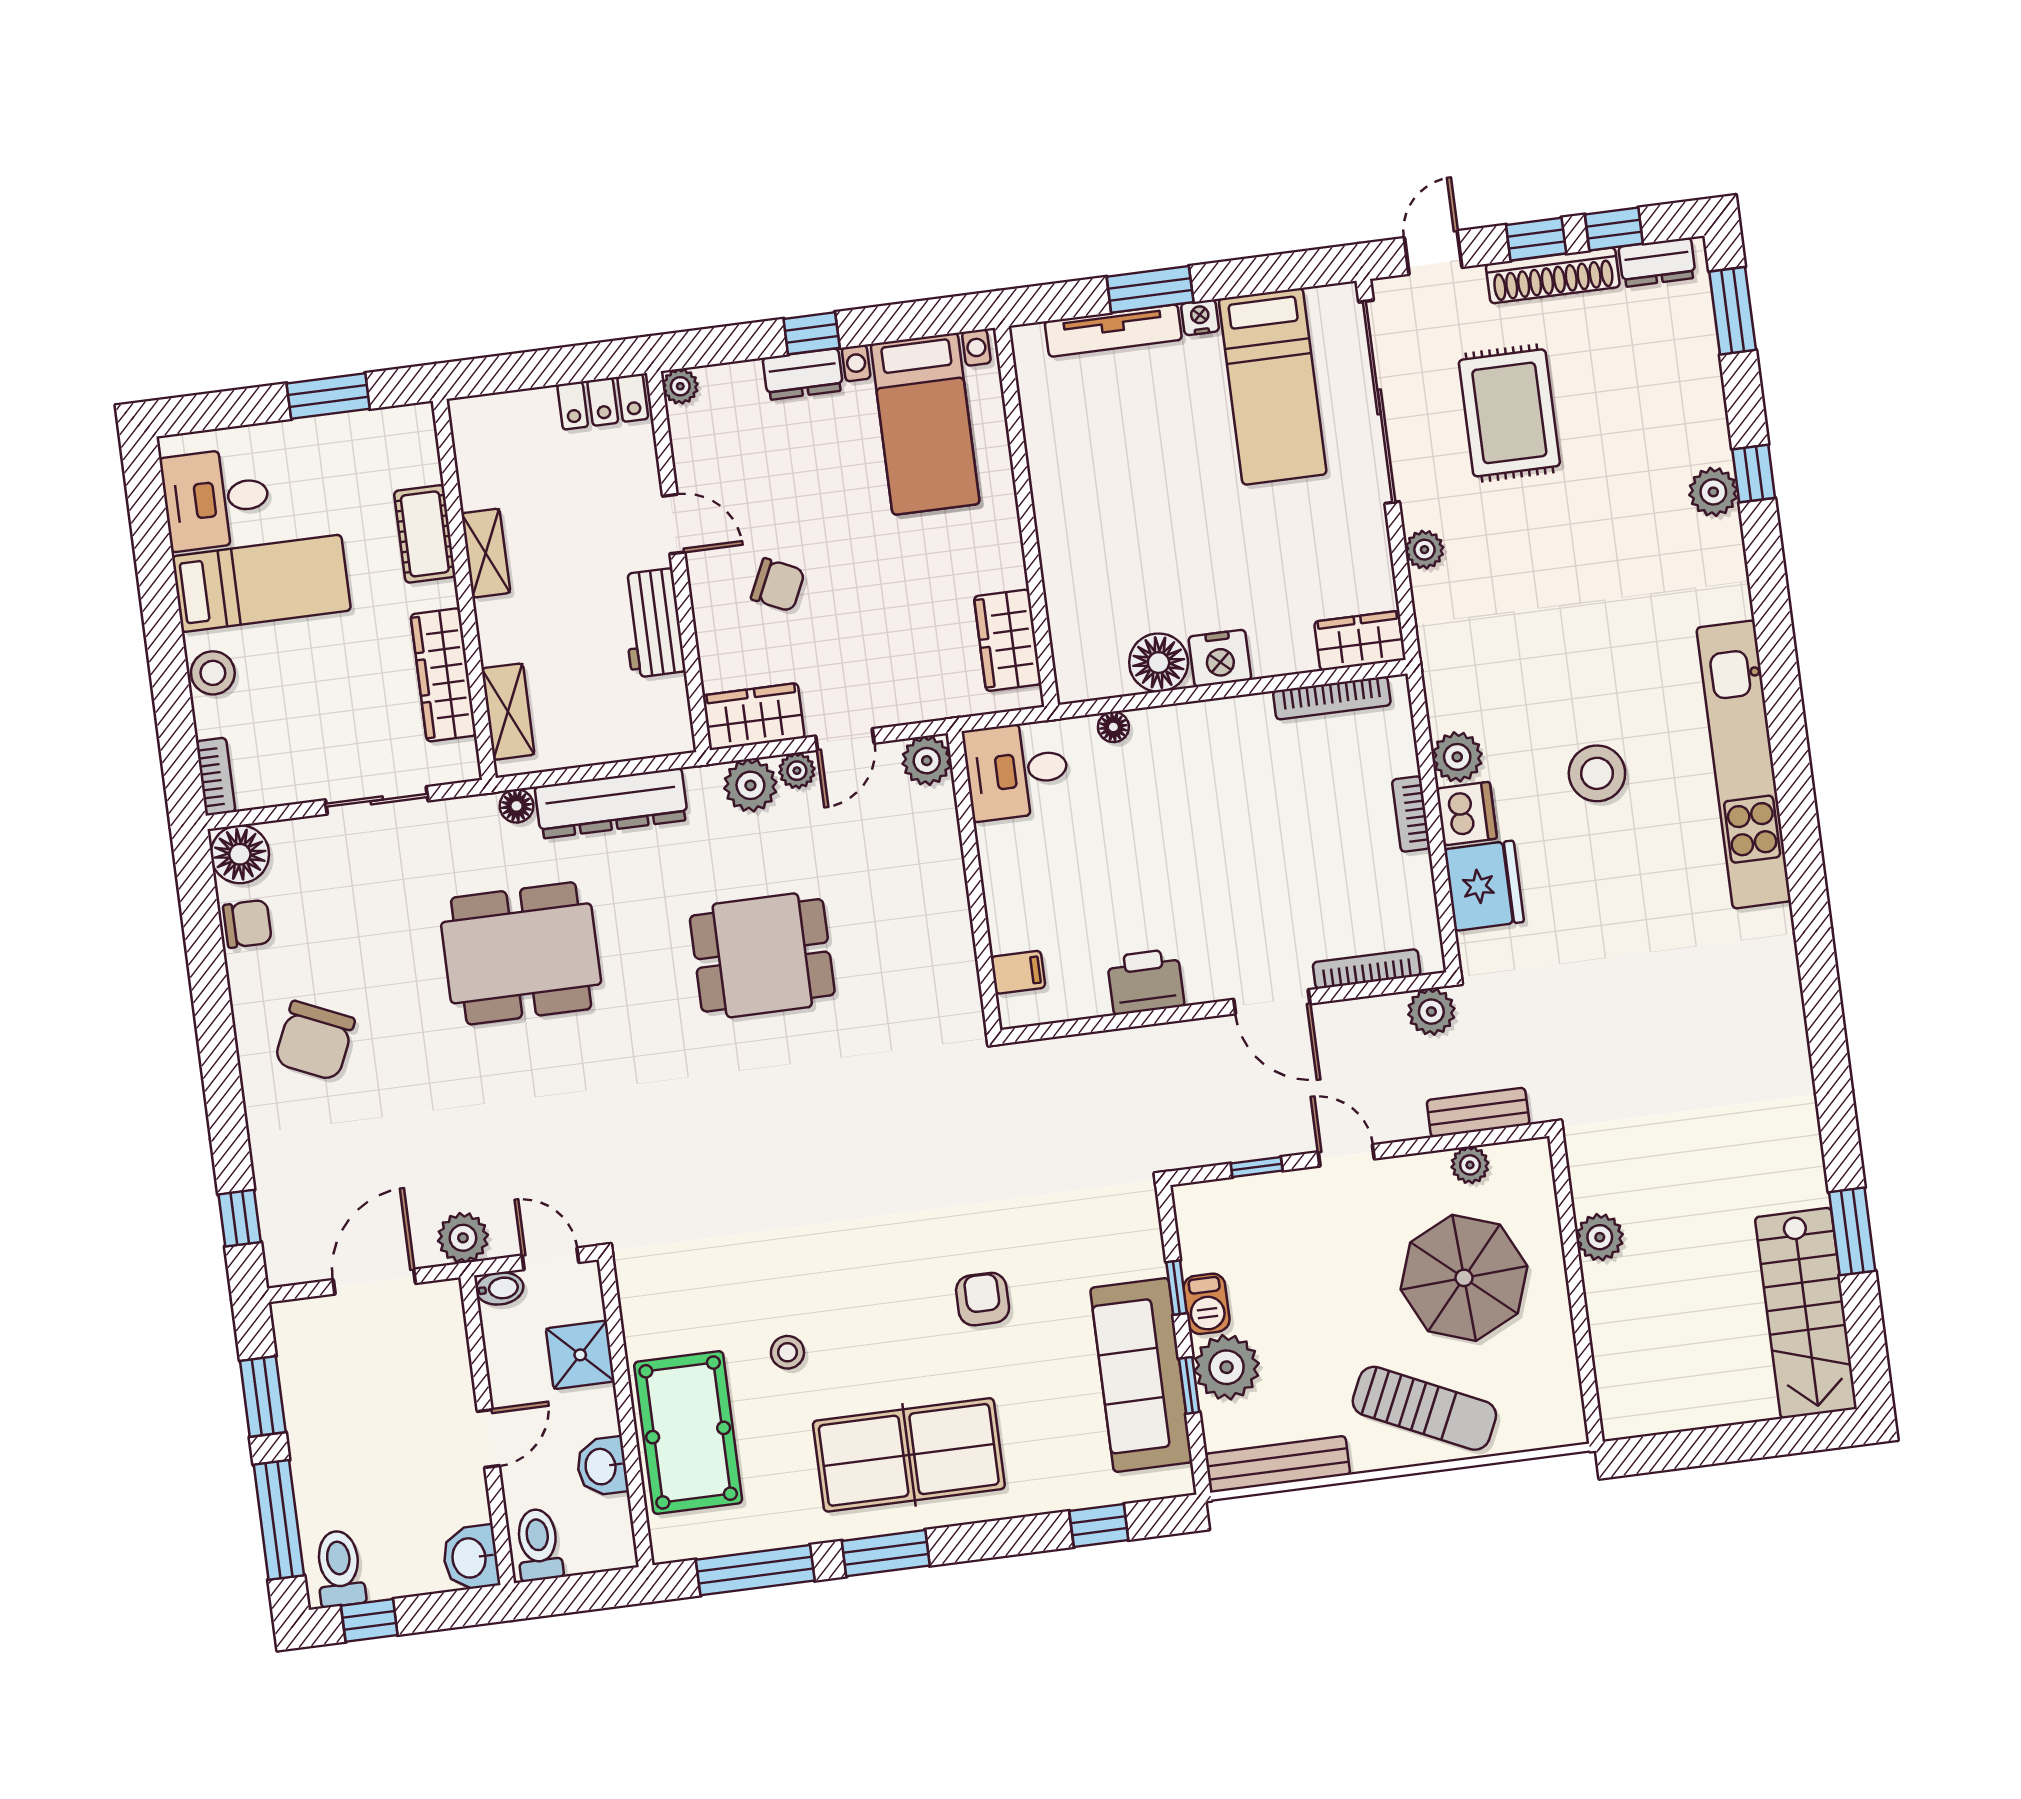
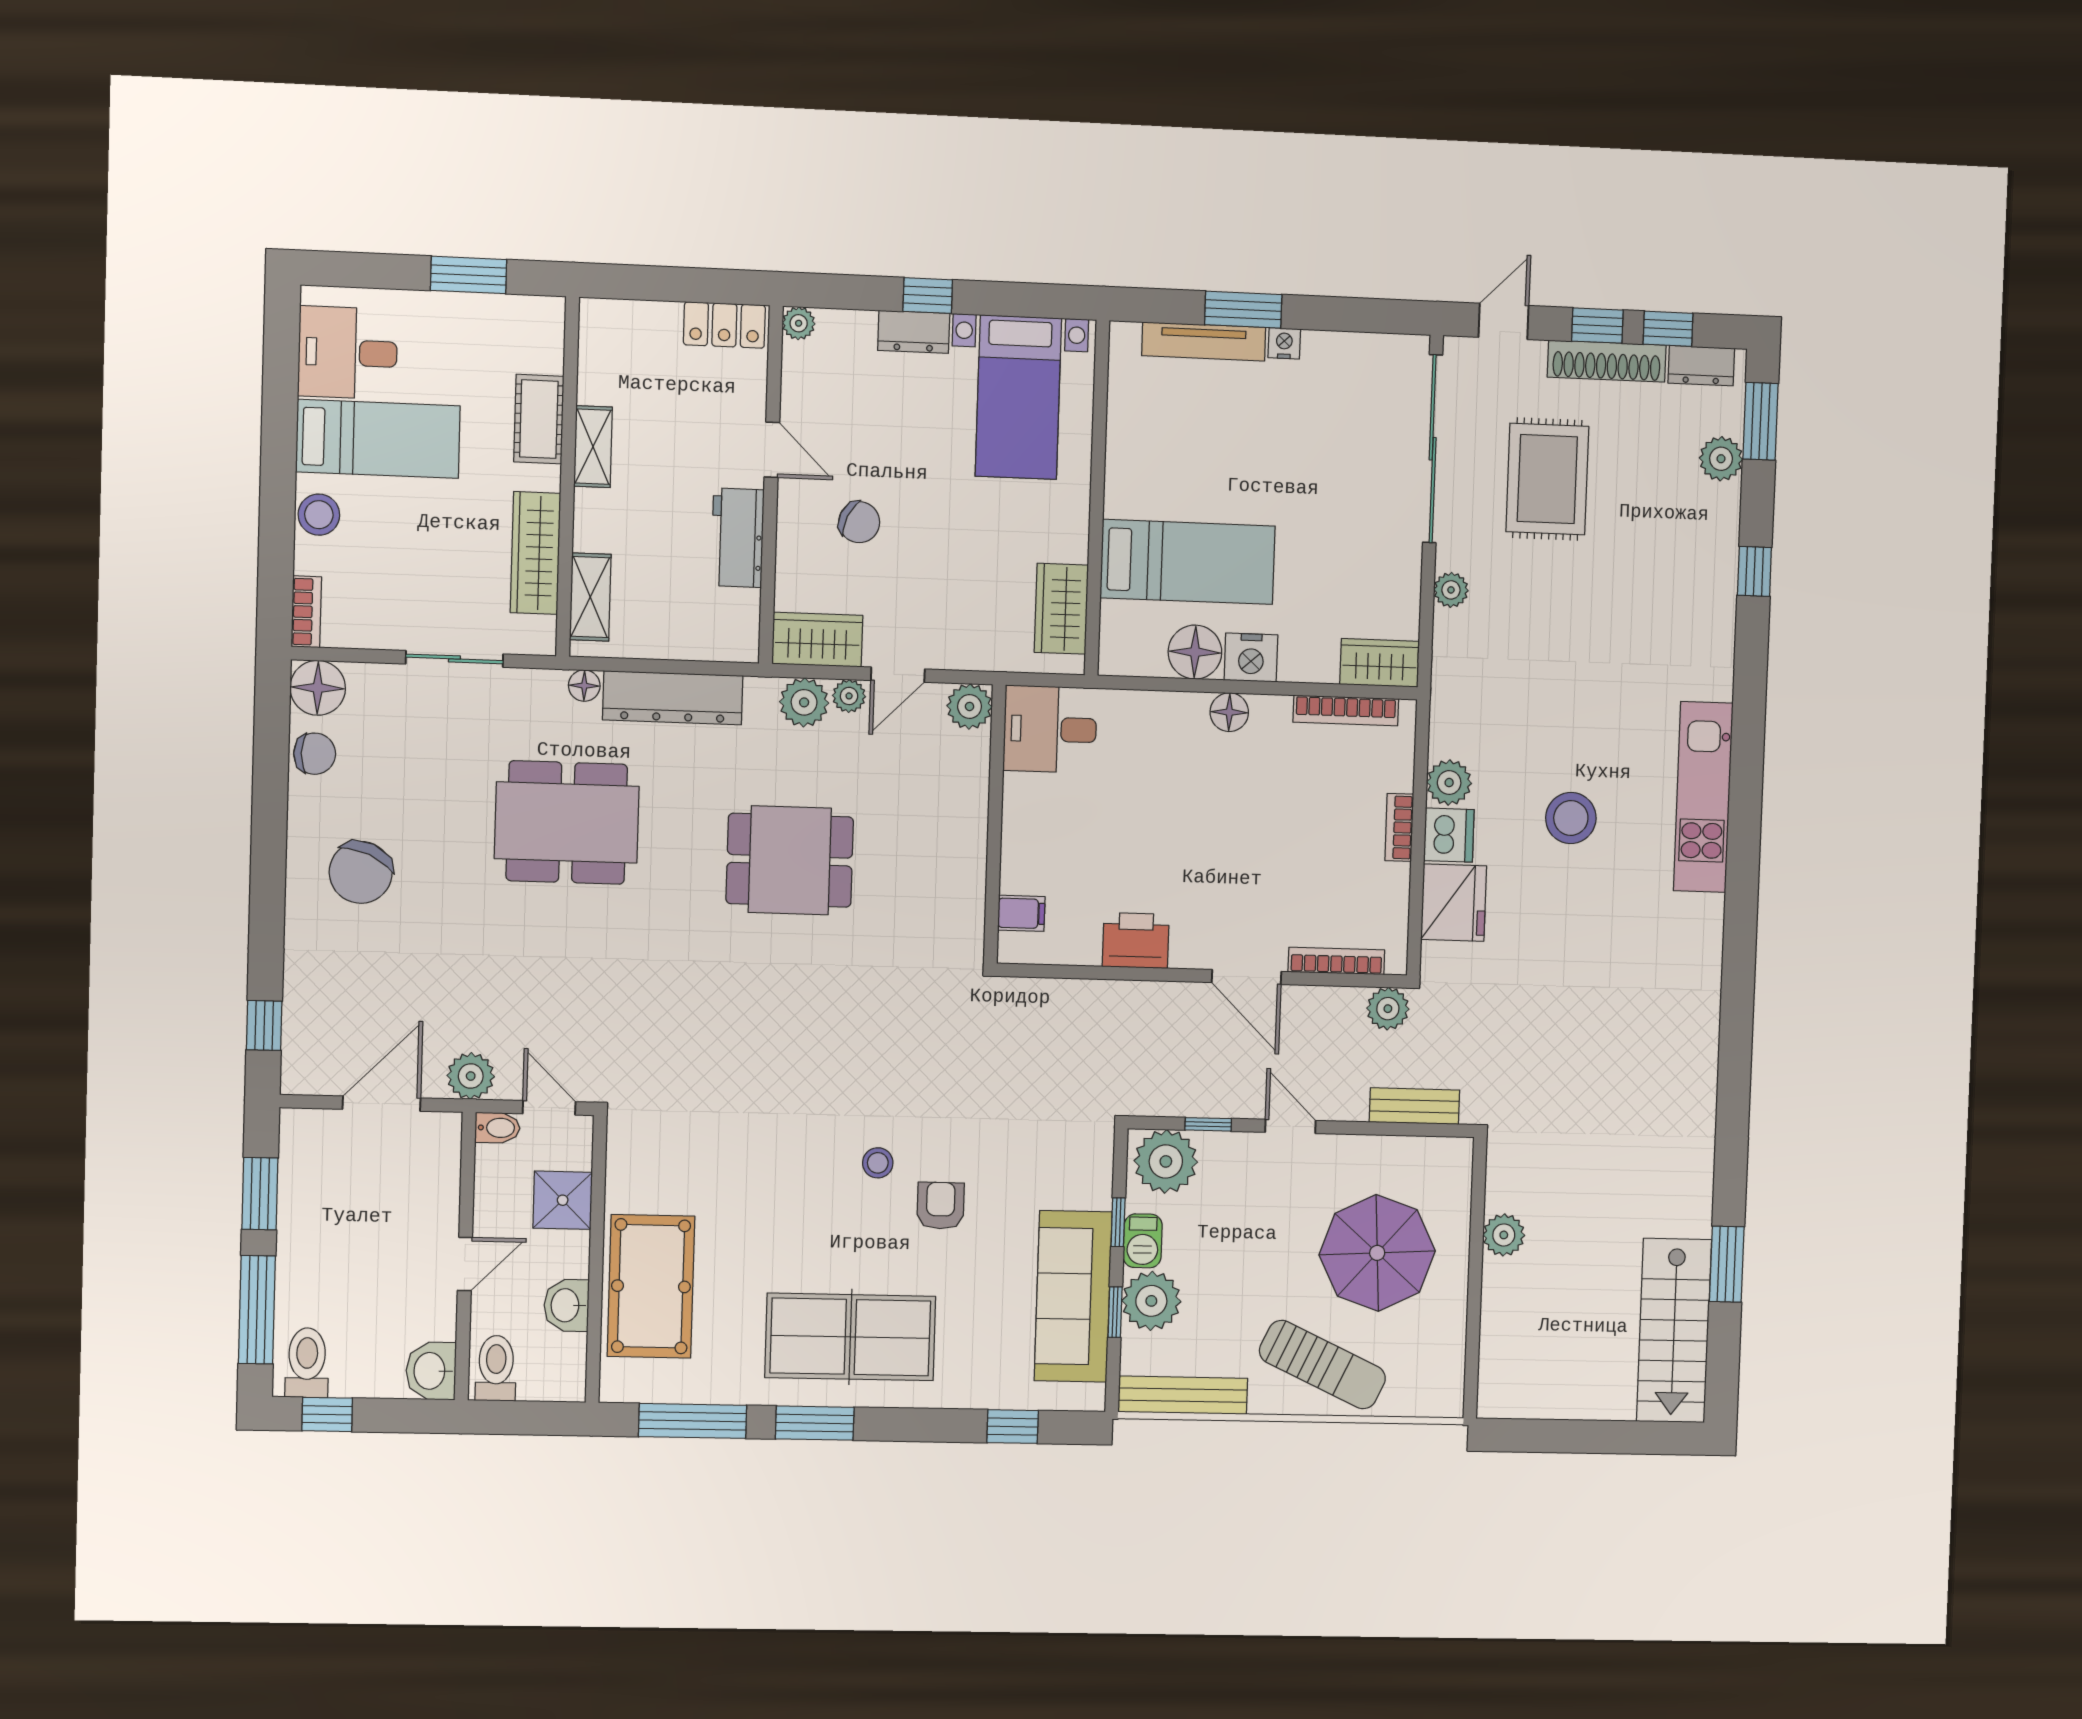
bed: (1273, 386) -> (1188, 562), moved, turned -90
plant: (1713, 492) -> (1721, 459), moved
floor lamp: (1113, 727) -> (1229, 712), moved, width x1.37, depth x1.37
kitchen unit: (1744, 764) -> (1703, 797), width x0.73
plant: (1470, 1165) -> (1166, 1161), moved, width x1.87, depth x1.87
stool: (787, 1352) -> (878, 1163), moved

